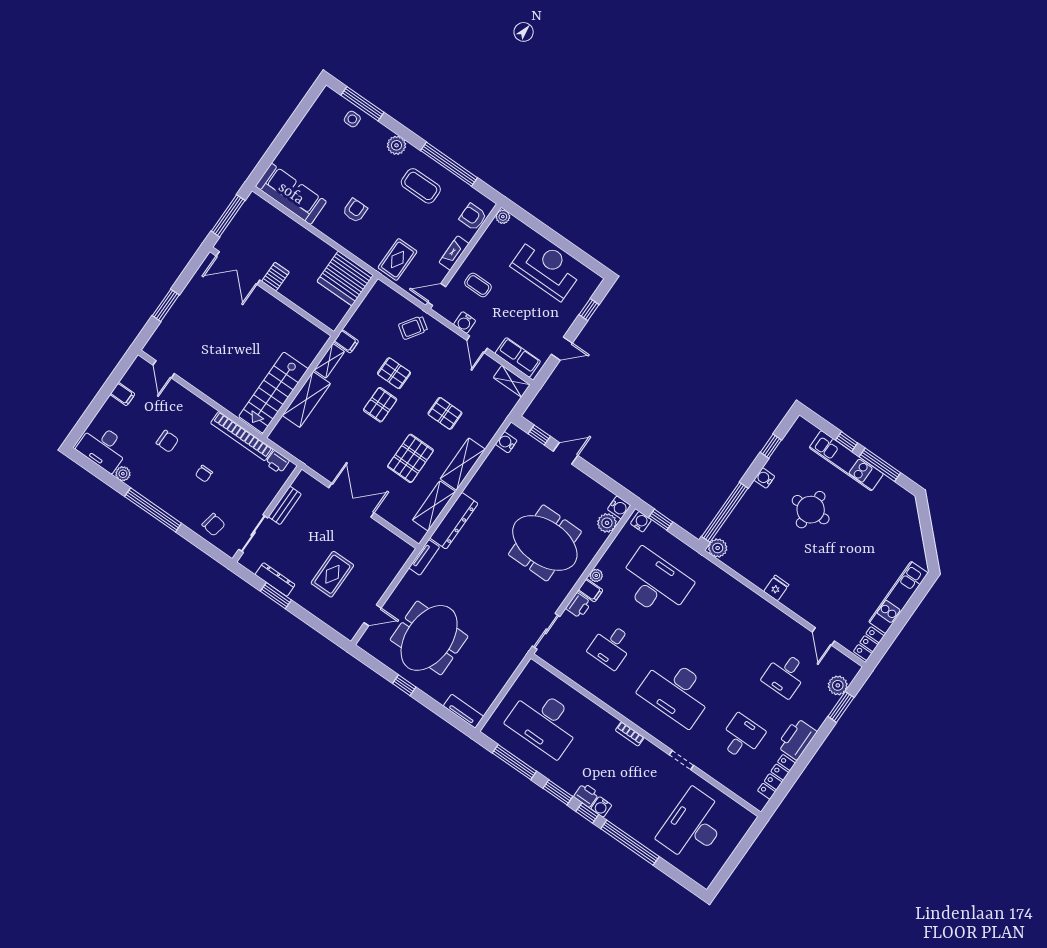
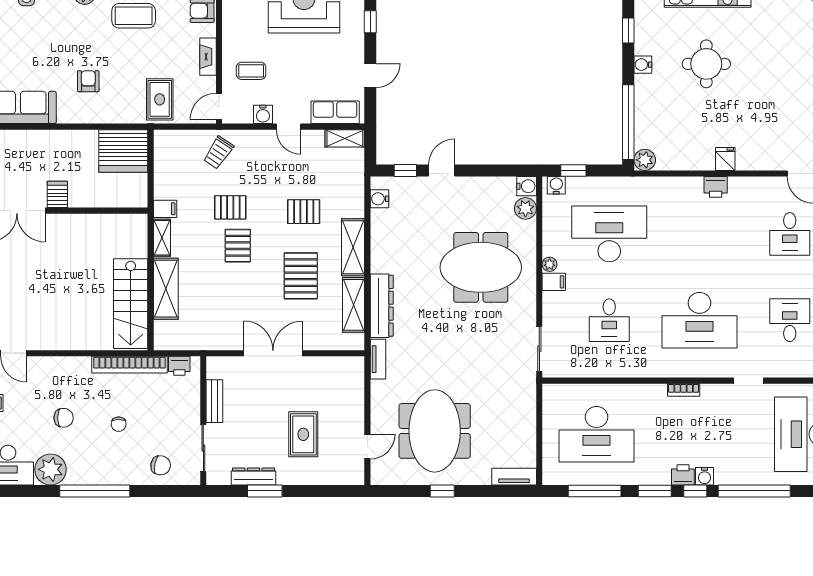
plant: (123, 474) -> (51, 469), width x1.88, depth x1.88
printer: (579, 606) -> (716, 187), moved, turned 90

